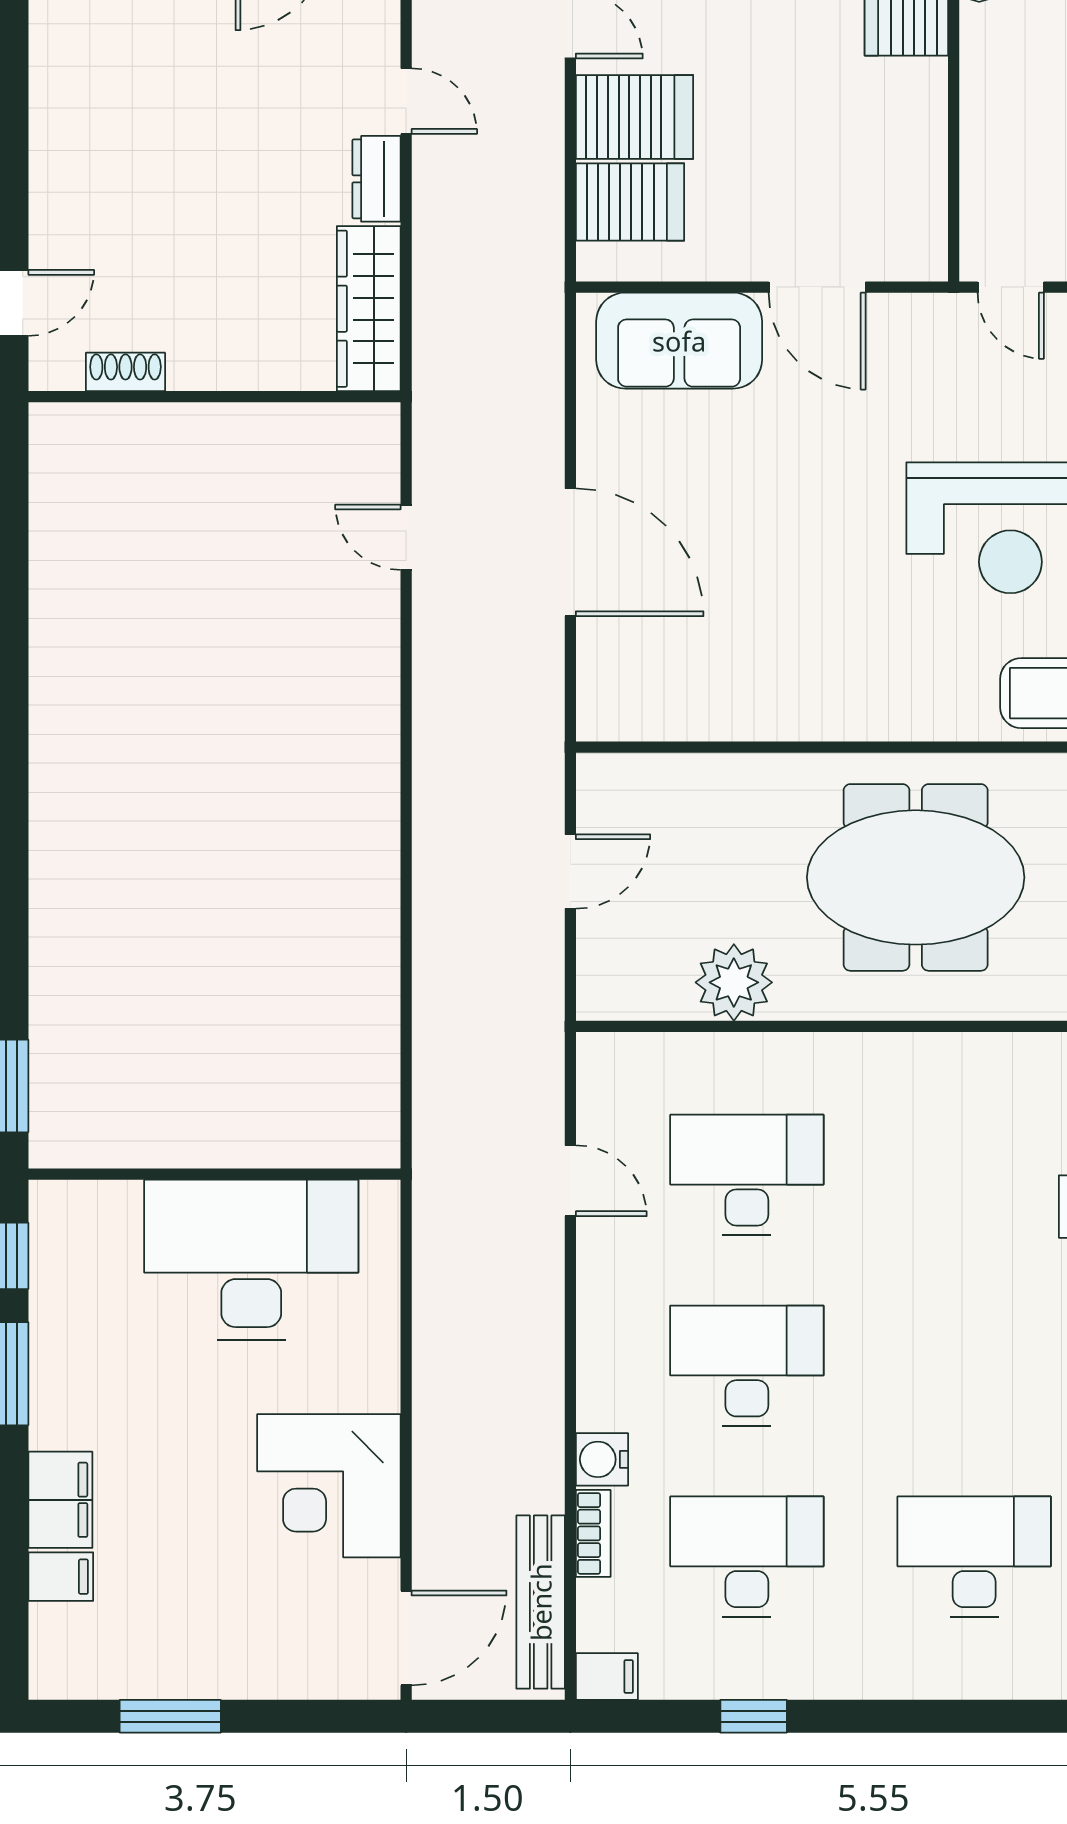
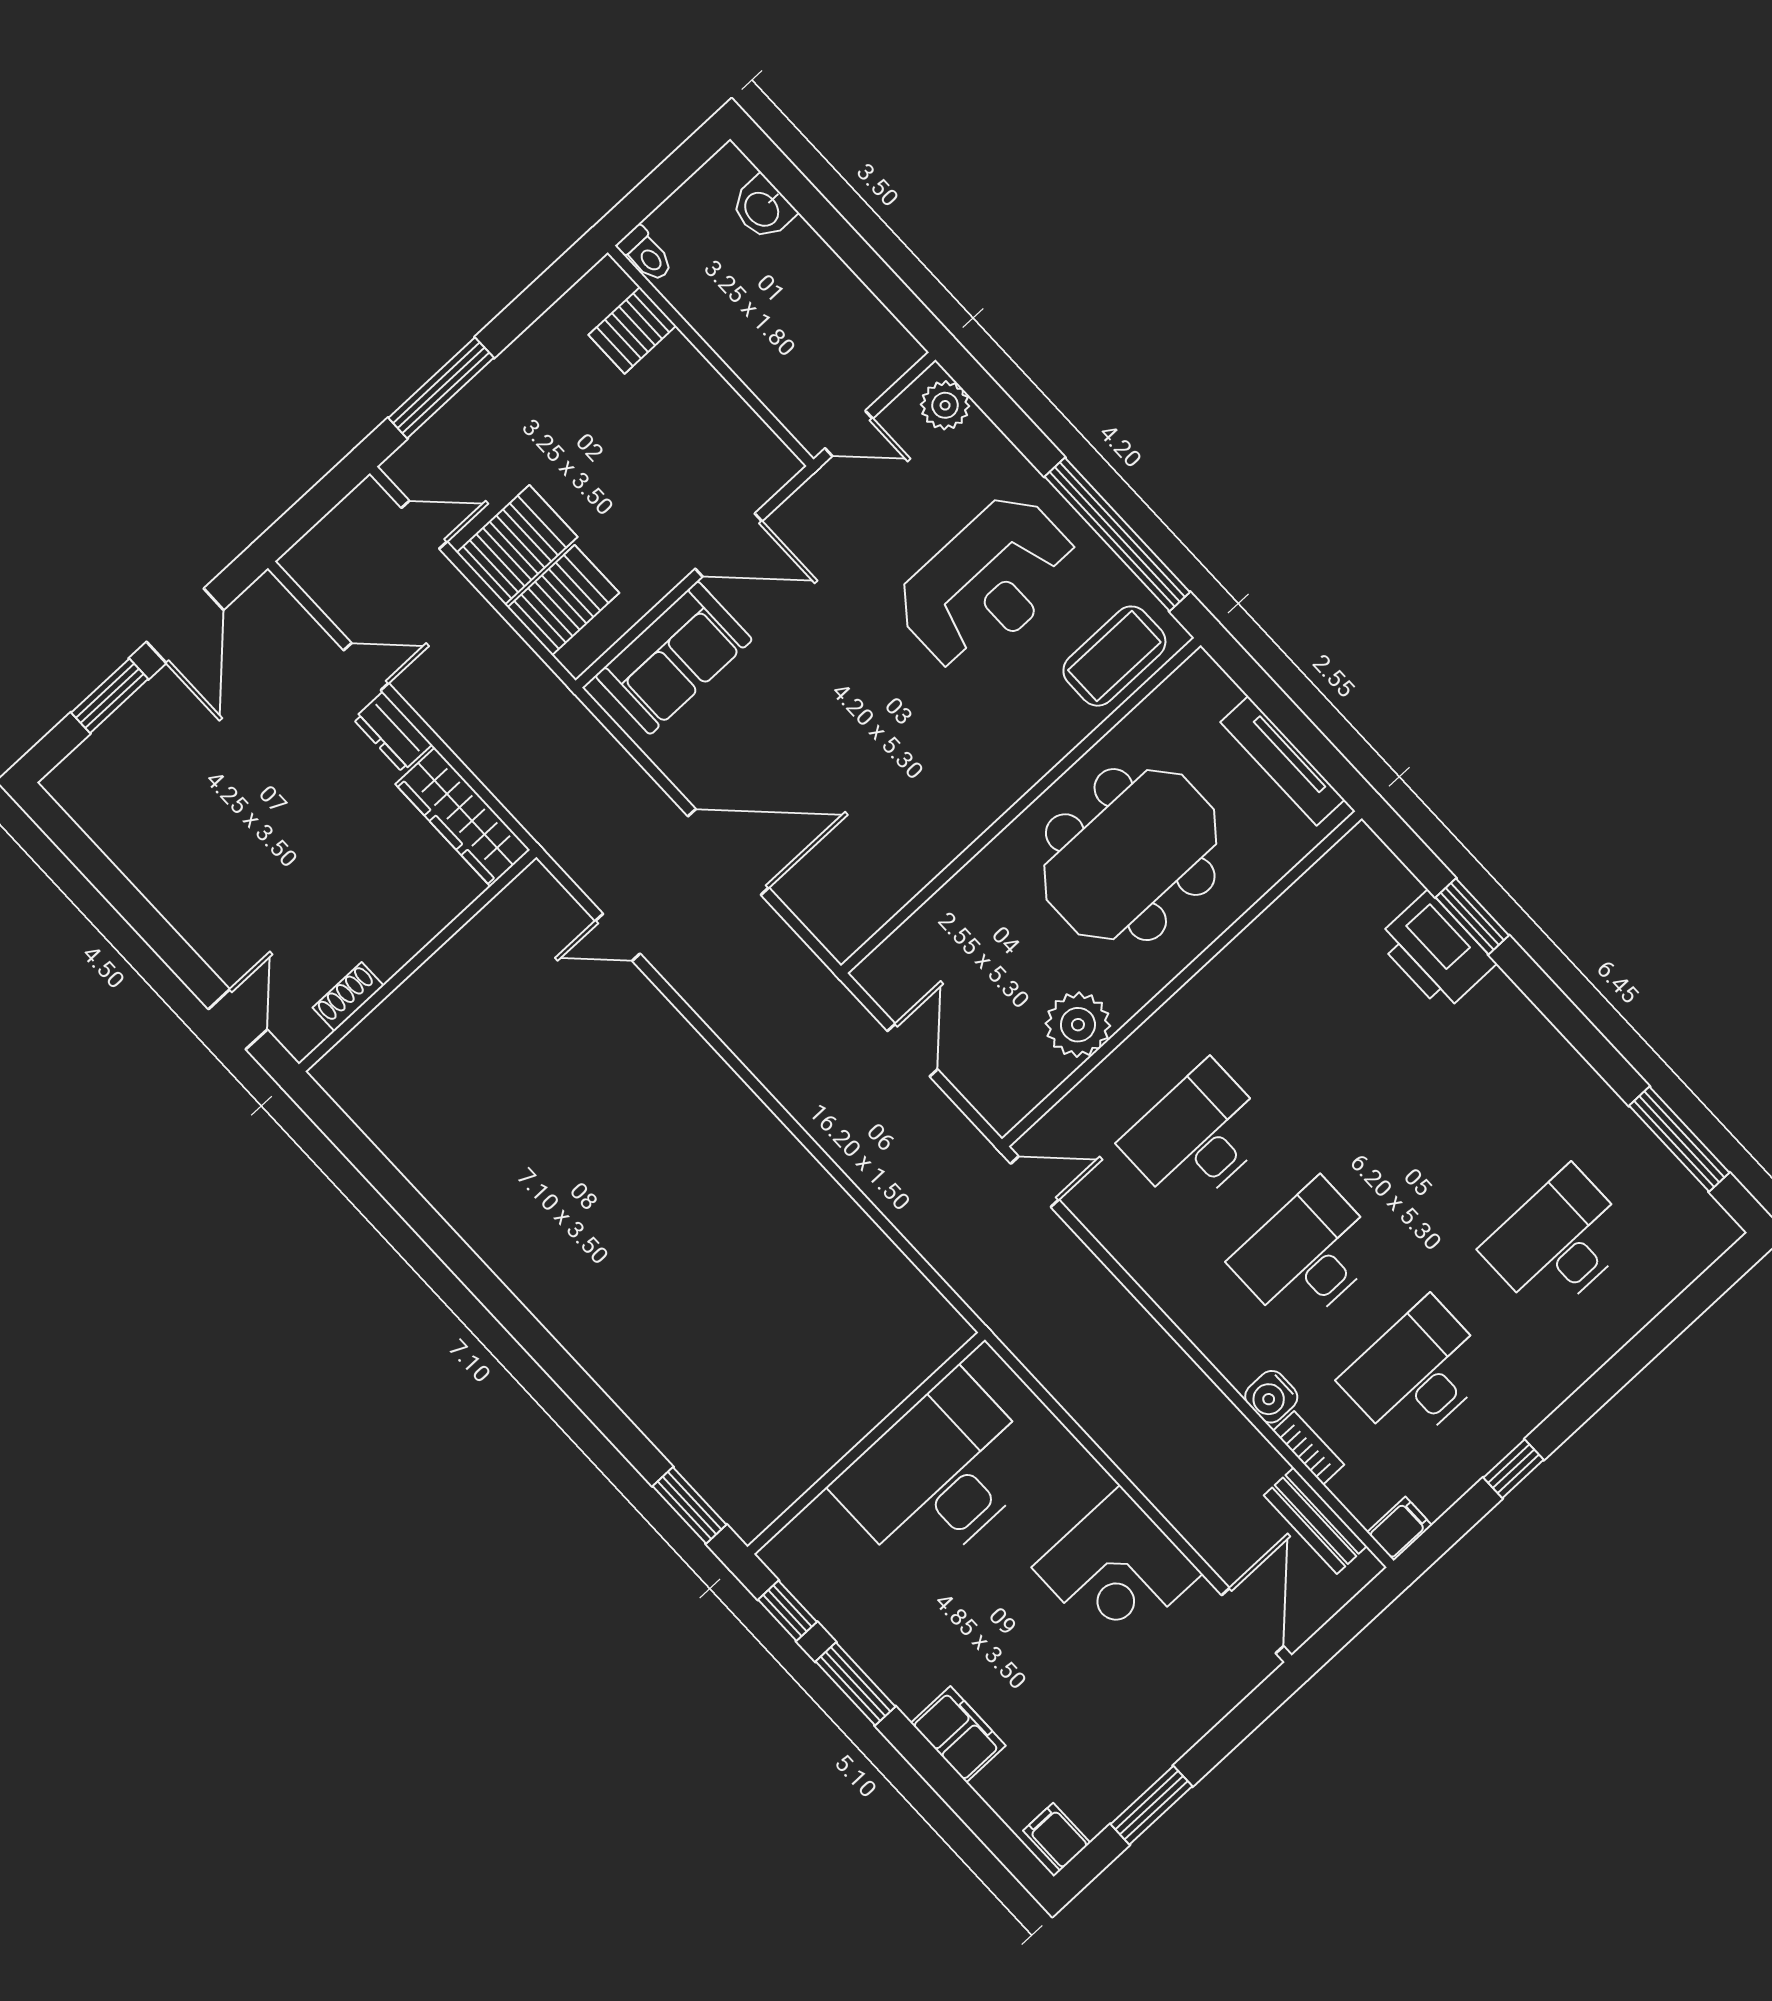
door: (570, 1181) -> (1035, 1182), moved
filing cabinet: (61, 1577) -> (1057, 1837), moved, turned -90
bench: (541, 1602) -> (1315, 1521), width x0.73

